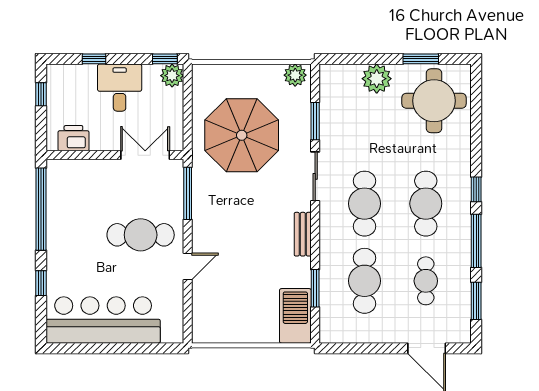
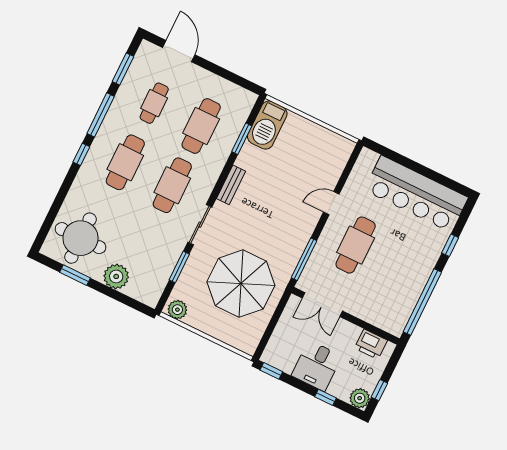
plant: (172, 76) -> (360, 398), moved
cafe table: (141, 235) -> (356, 245), turned 90

